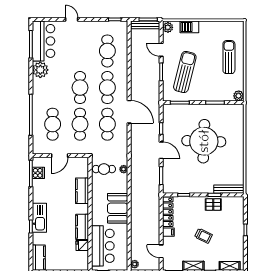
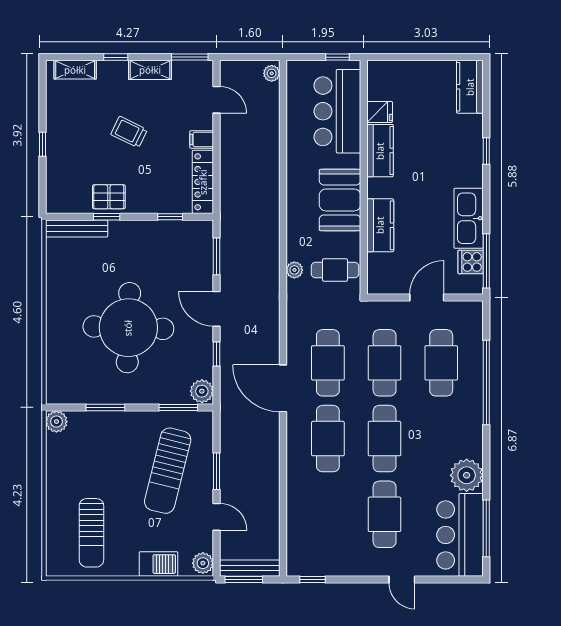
cafe table: (107, 51) -> (385, 514), moved
sun lounger: (229, 57) -> (91, 533), moved
plant: (168, 110) -> (202, 391), added
booth: (118, 208) -> (340, 200), moved
kitchen sink: (39, 218) -> (469, 218), moved

